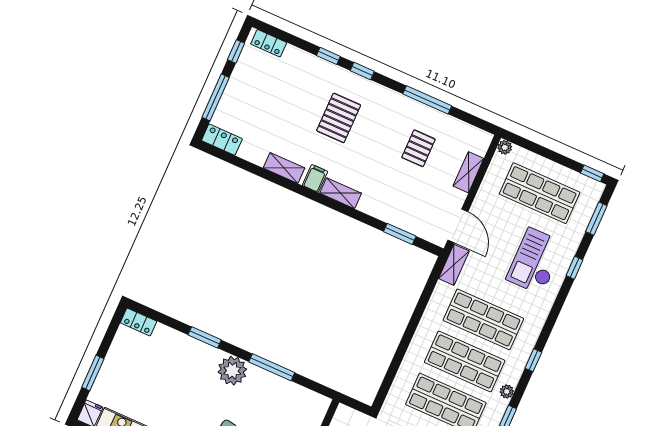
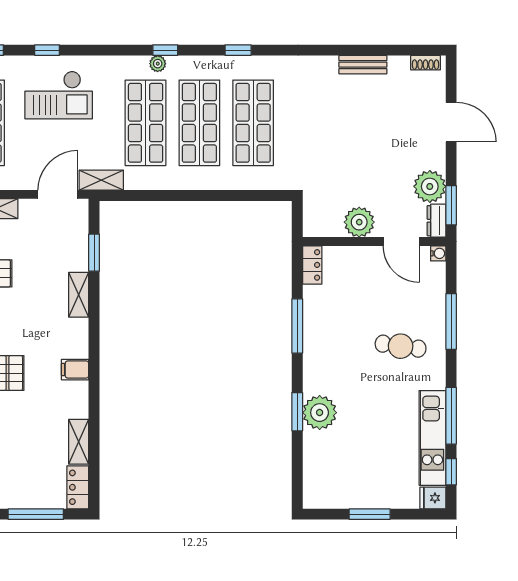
shelving: (284, 168) -> (79, 442), moved
shelving: (341, 193) -> (79, 295), moved
locker: (139, 322) -> (312, 265), moved
plant: (232, 371) -> (320, 413), moved
window: (93, 373) -> (370, 514), moved
plant: (507, 391) -> (158, 64), moved

